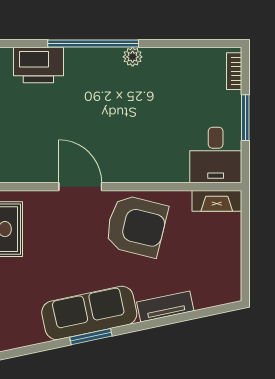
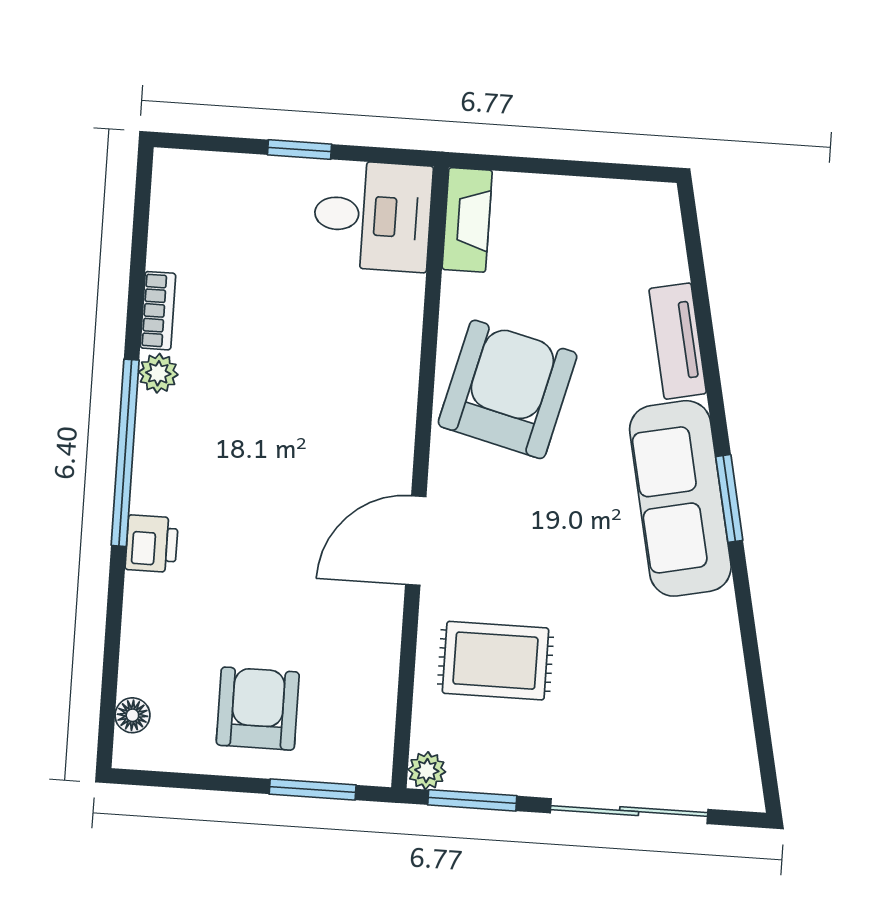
printer: (38, 65) -> (152, 544), width x0.53, depth x0.68
bookcase: (234, 71) -> (158, 311), moved, turned -90
window: (245, 118) -> (300, 150), width x0.67
door: (80, 187) -> (416, 540), moved

